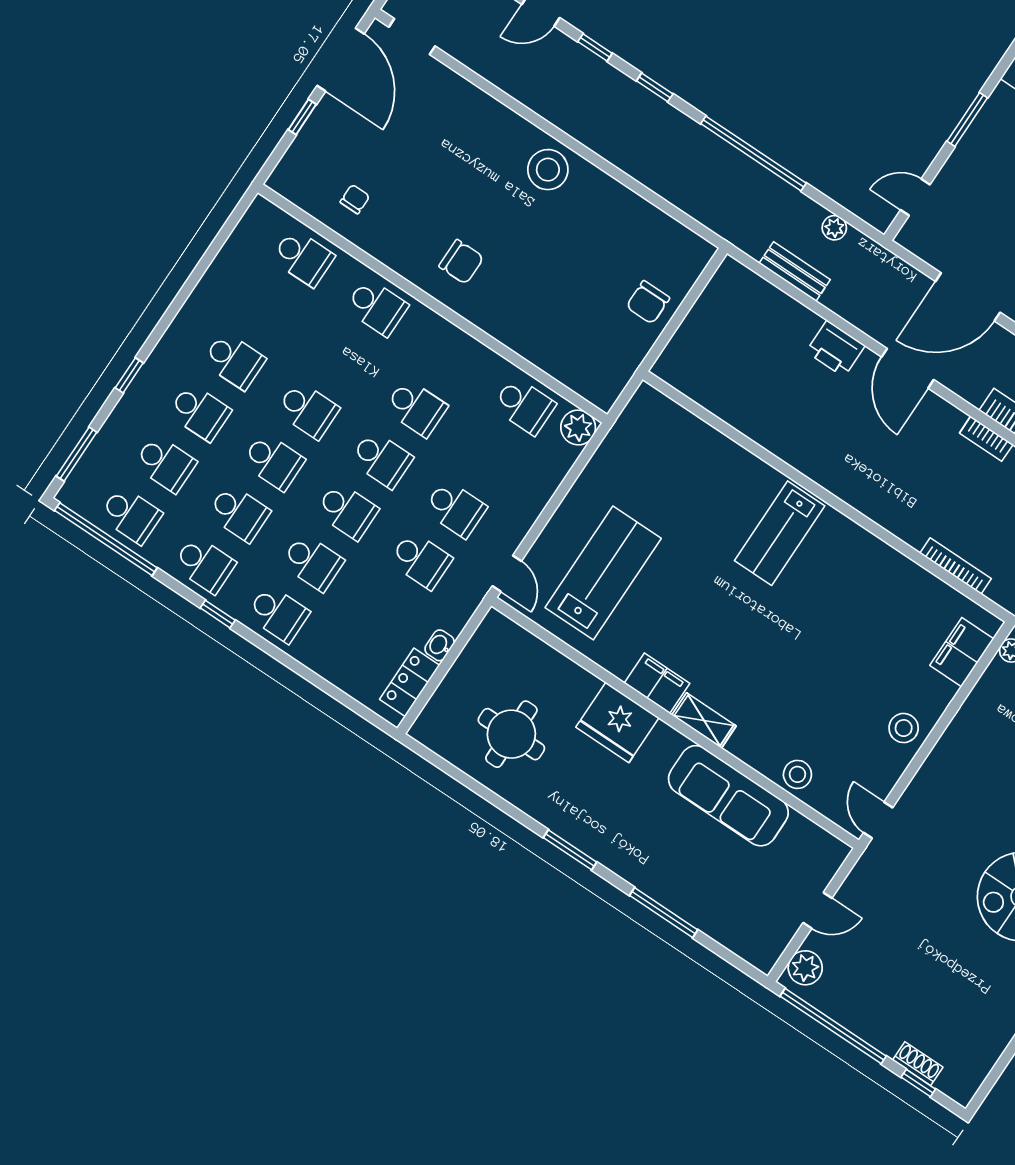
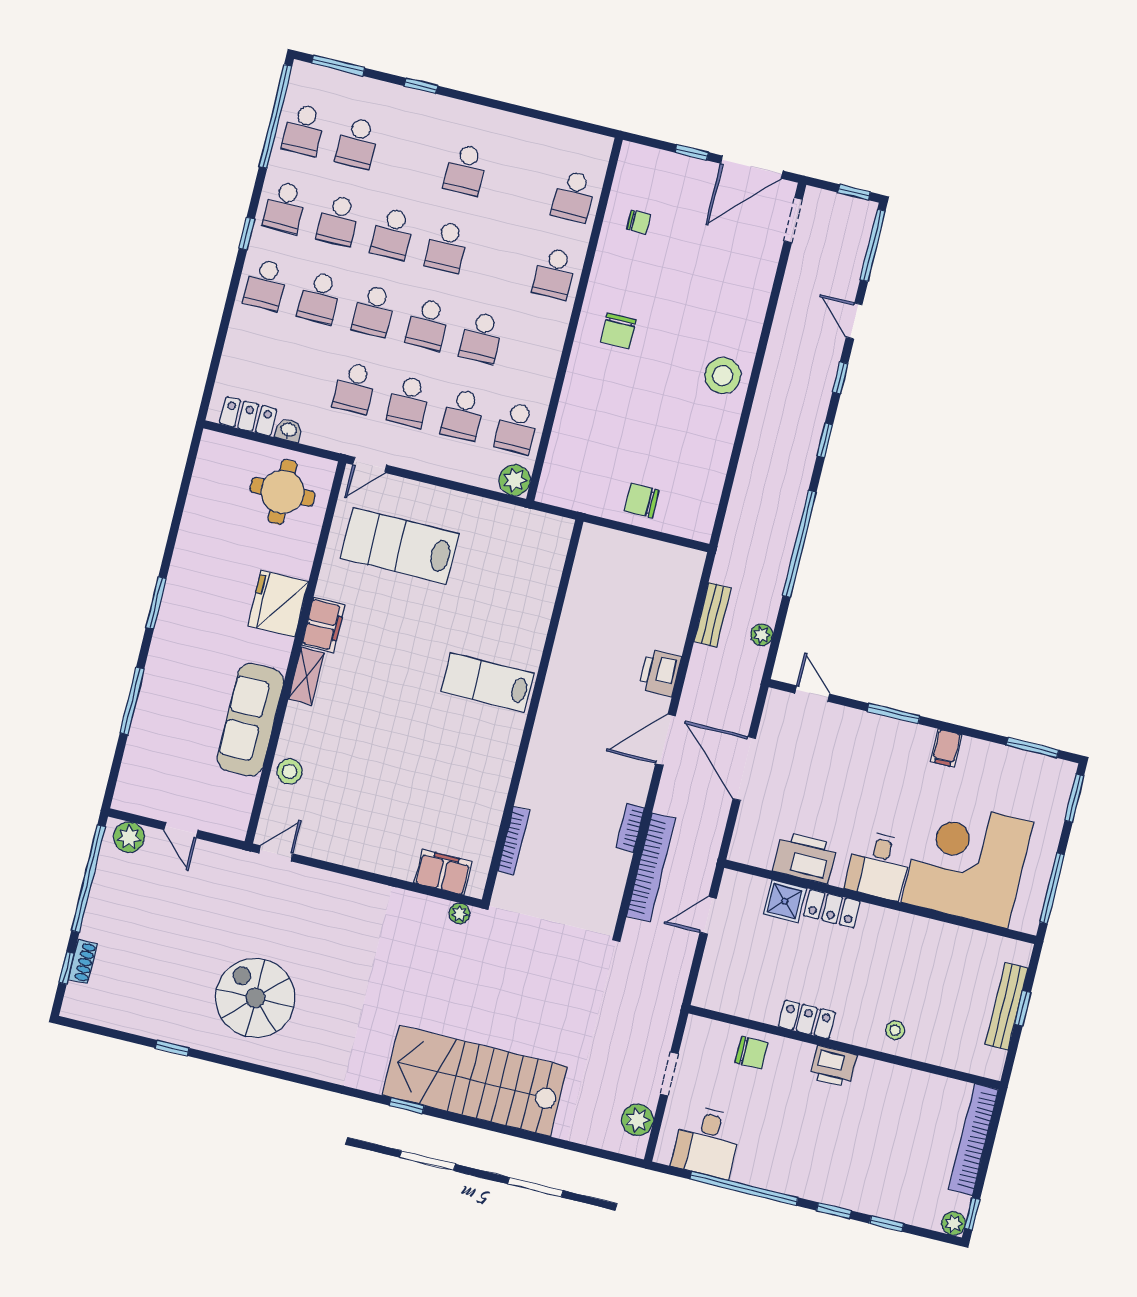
school desk: (200, 412) -> (463, 415), moved
lab bench: (603, 573) -> (400, 546), turned 180
stool: (904, 728) -> (361, 847), removed
round table: (511, 734) -> (282, 492), moved

